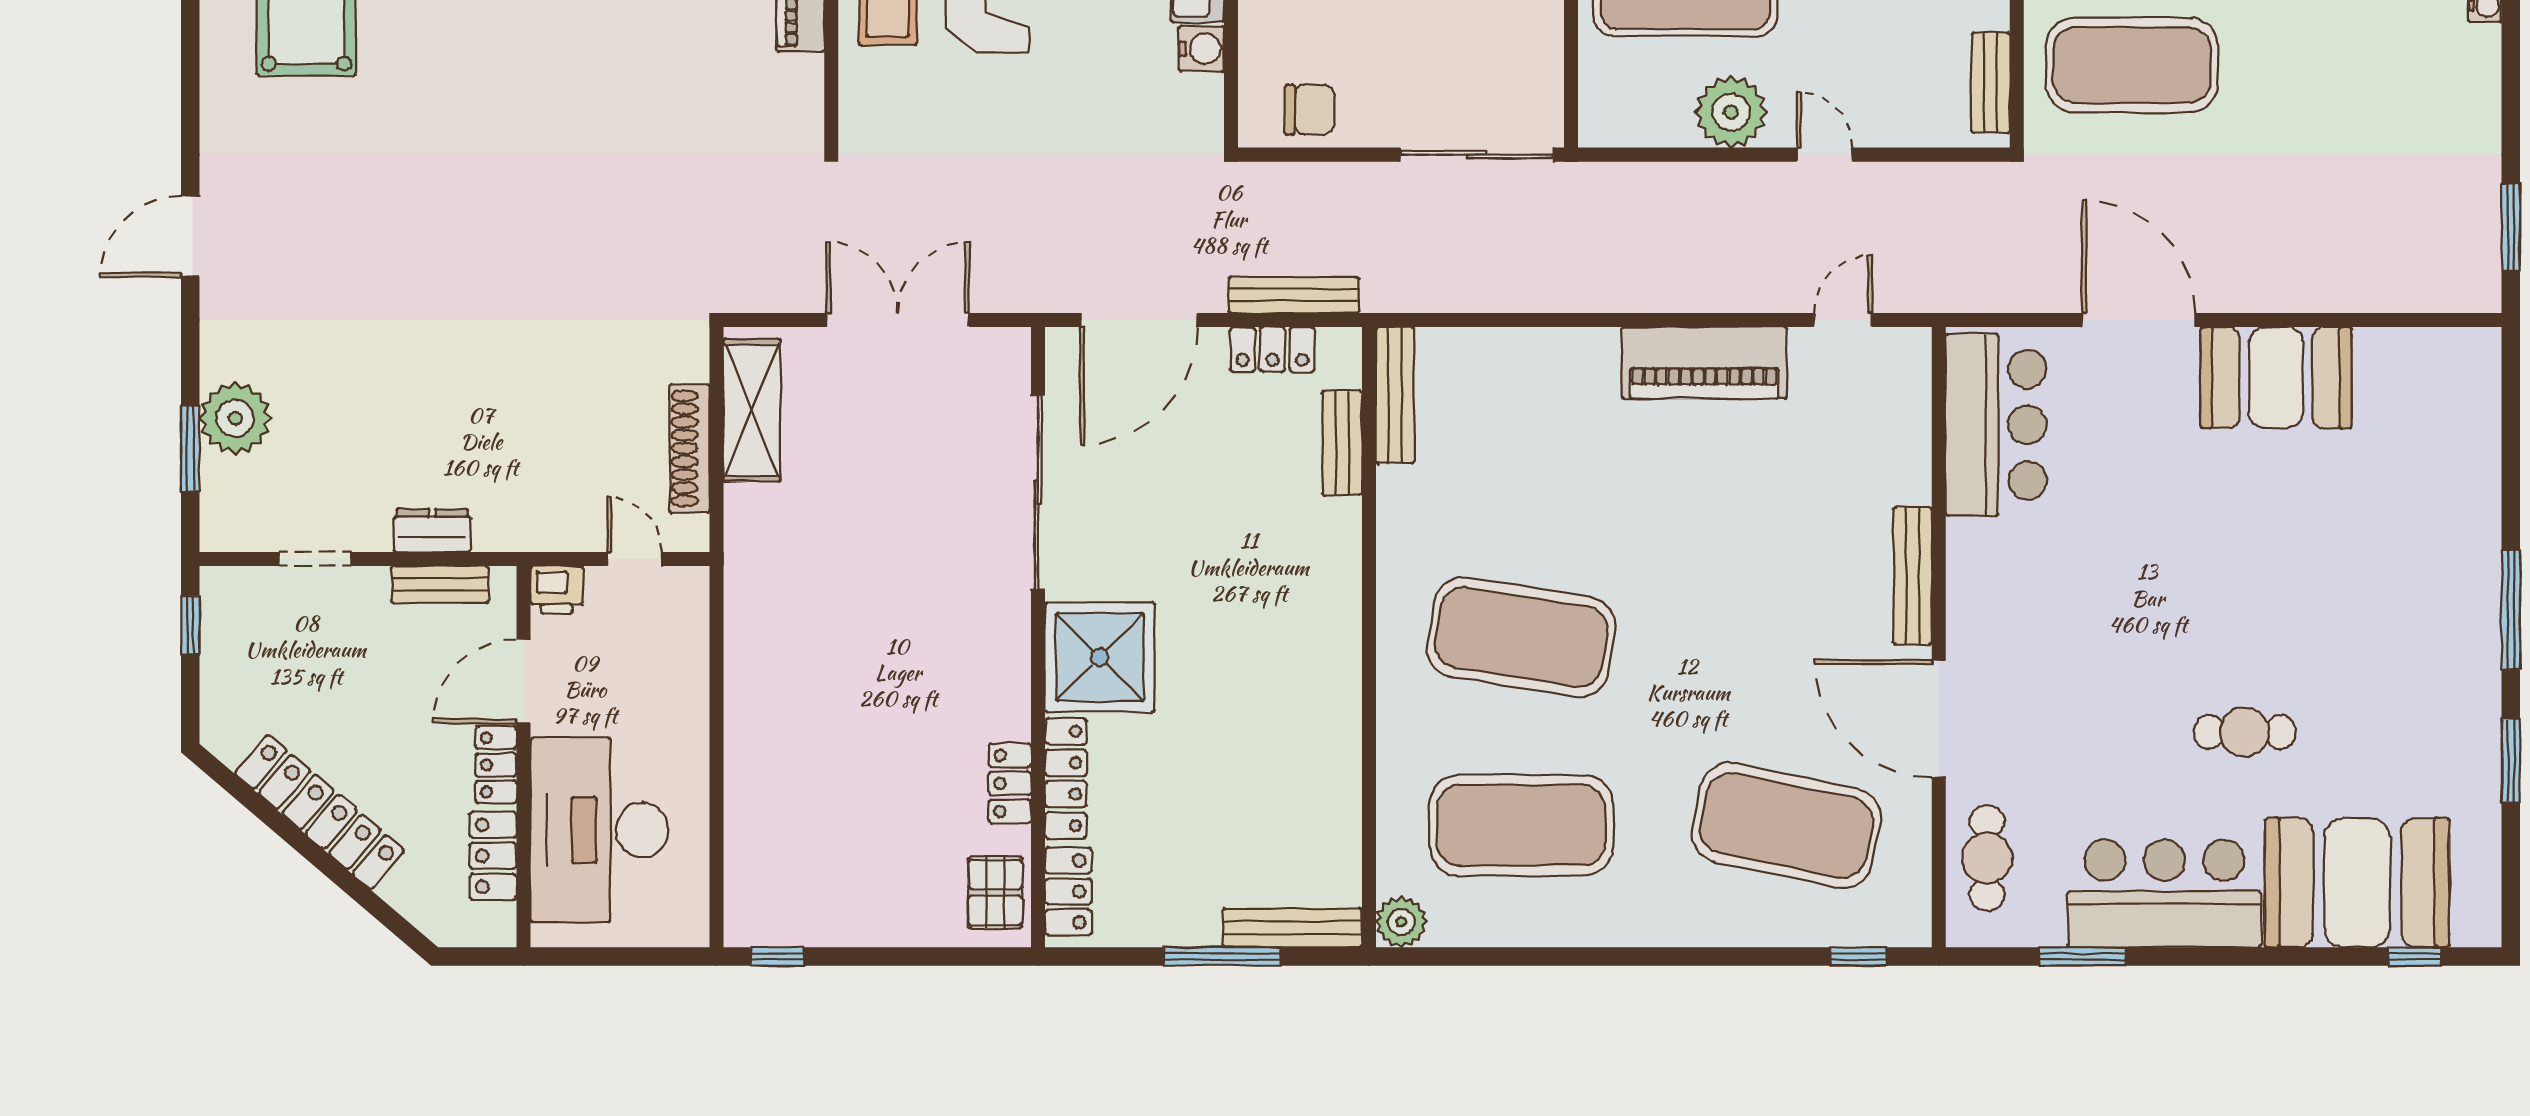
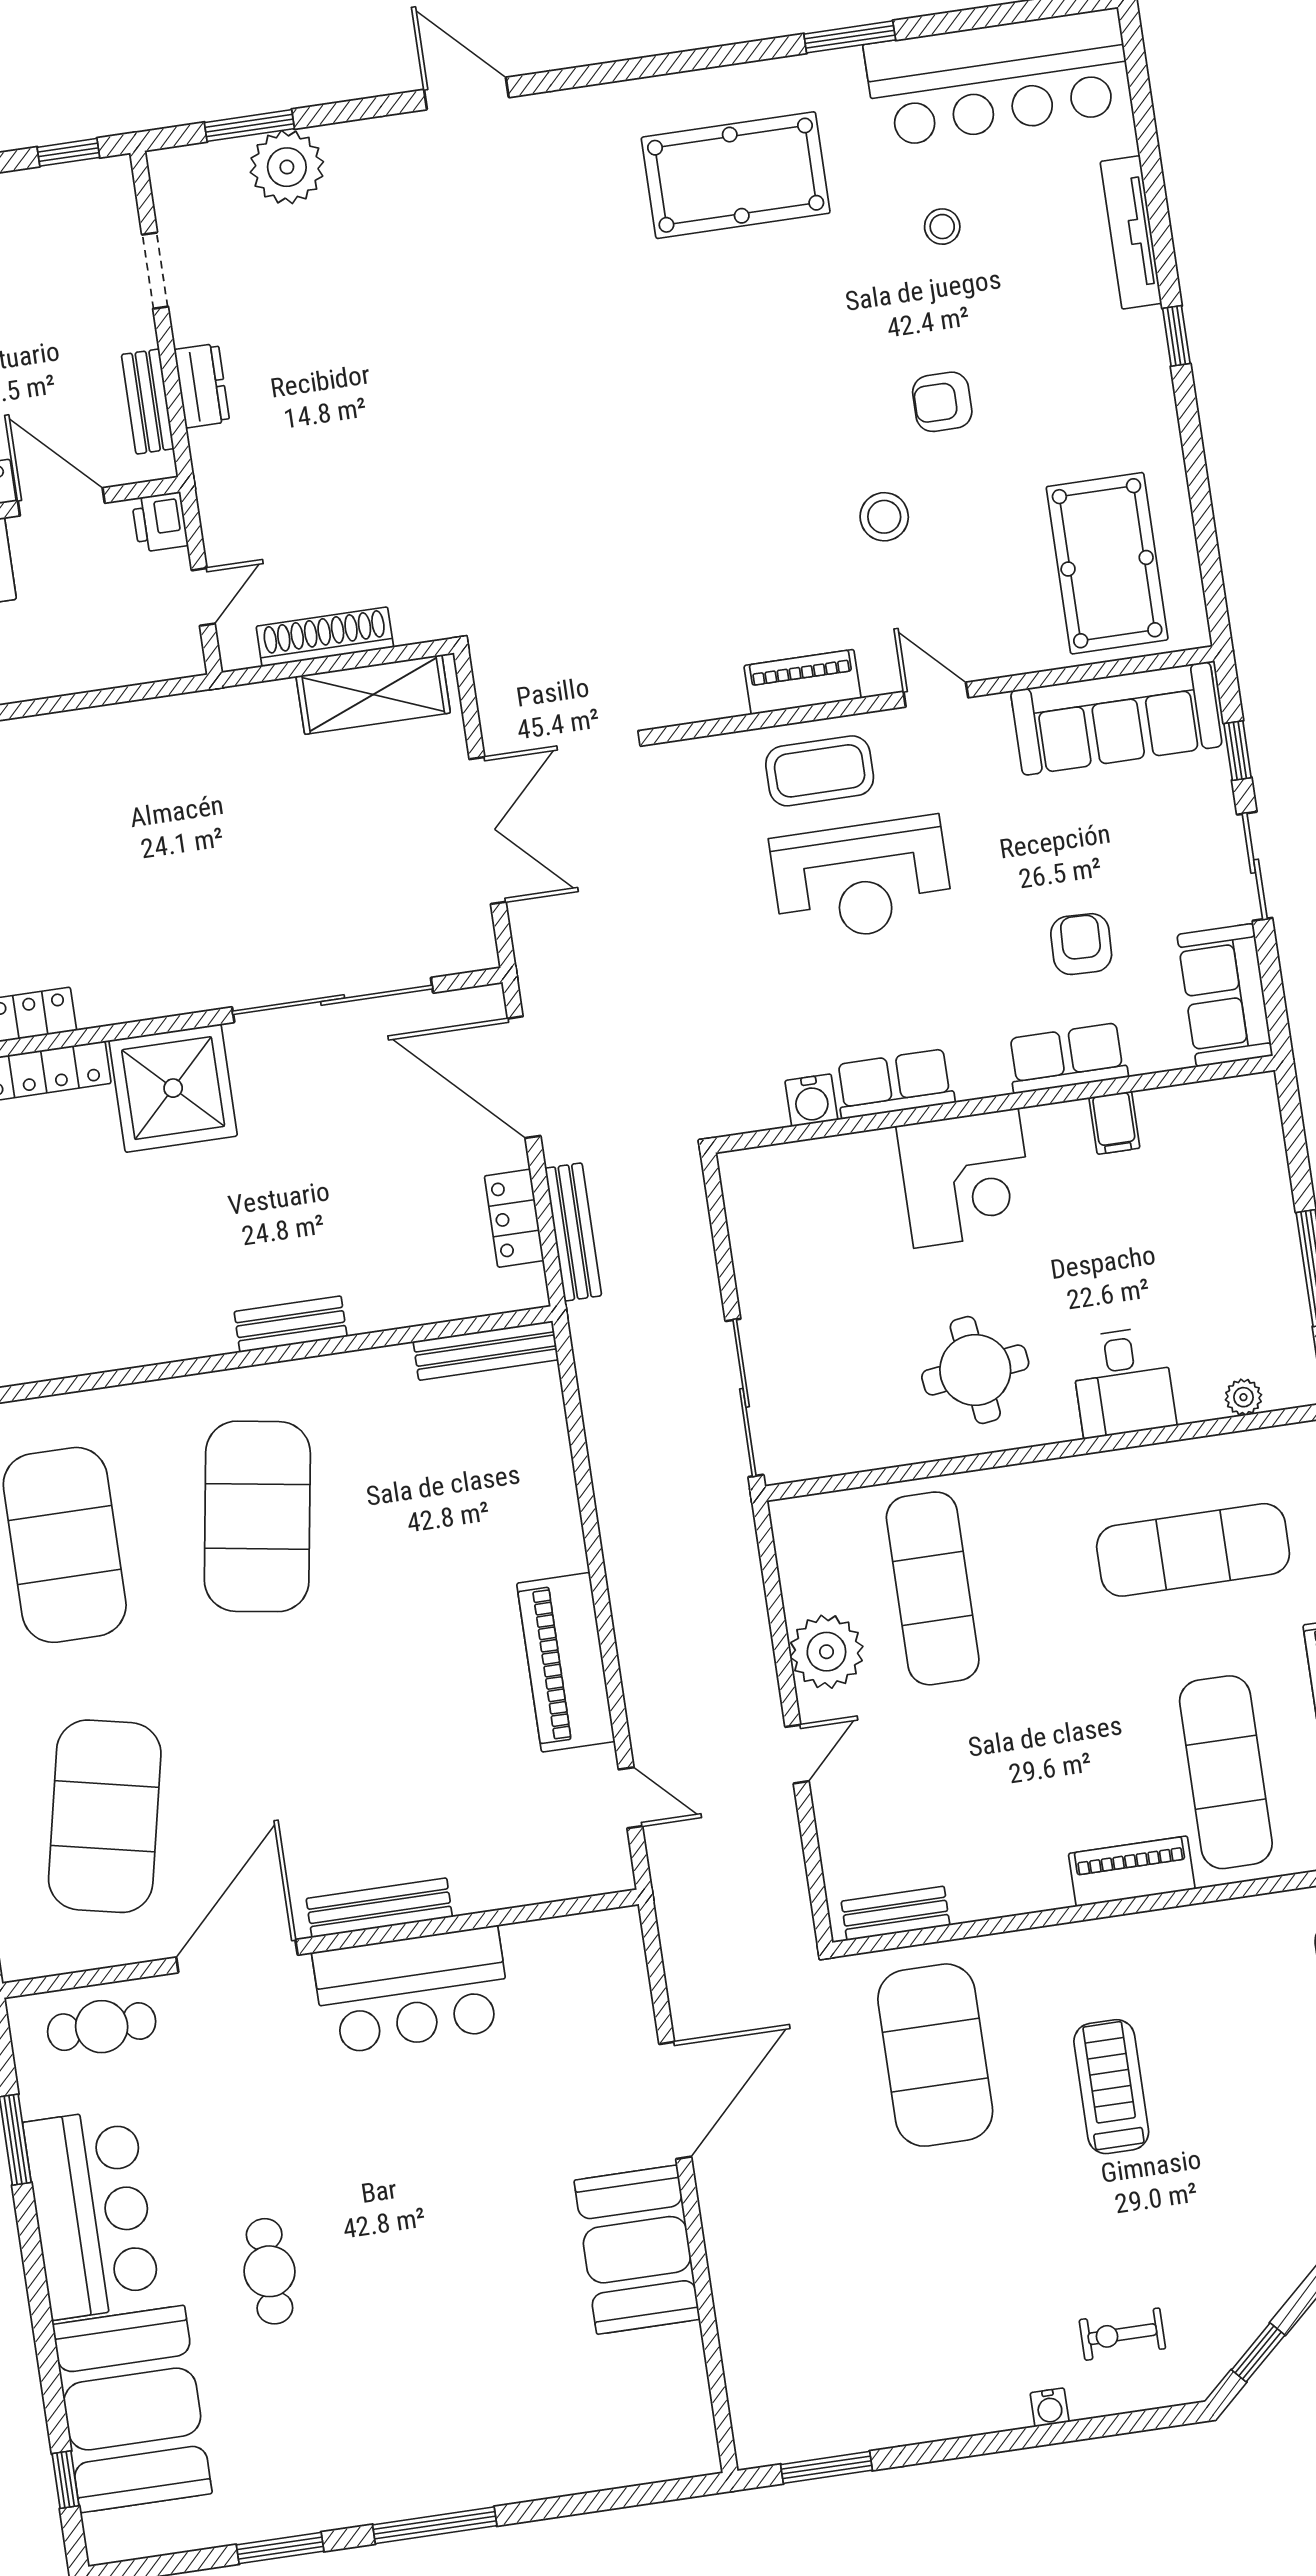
chair: (1310, 110) -> (765, 1220), removed
bar counter: (1996, 425) -> (412, 1990), moved
bench: (1342, 443) -> (291, 1324), moved

